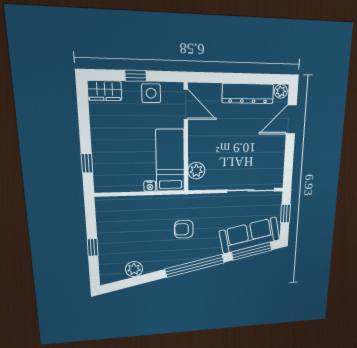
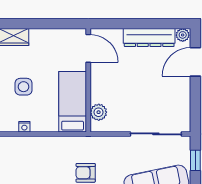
window: (136, 76) -> (42, 24), removed
side table: (151, 93) -> (24, 87), moved
nightstand: (150, 186) -> (24, 127), moved

